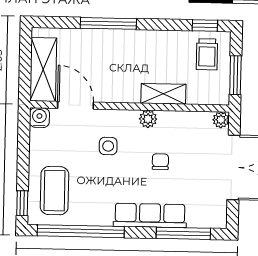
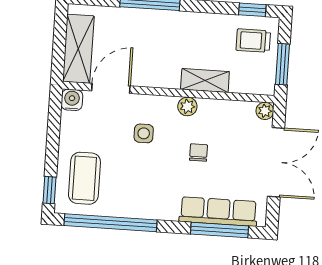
trolley: (207, 54) -> (253, 41), turned 90
door: (75, 105) -> (111, 88), hinge flipped
row of seats: (150, 215) -> (218, 212), moved

